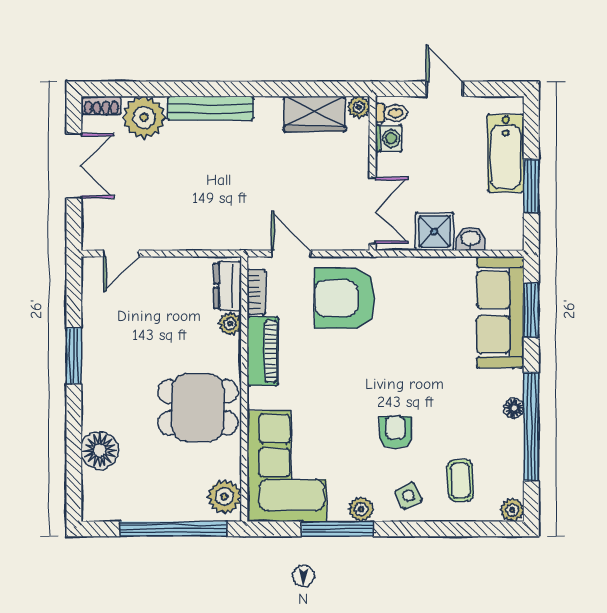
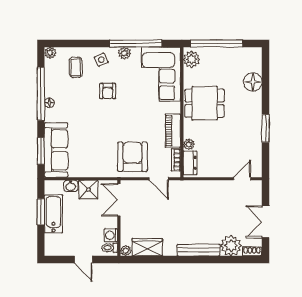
bathtub: (506, 153) -> (53, 214), moved
armchair: (345, 298) -> (132, 157), turned -90
window: (338, 529) -> (136, 43), width x1.46

